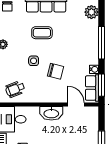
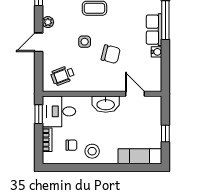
window: (101, 85) -> (165, 71), removed
row of seats: (92, 88) -> (154, 30), moved

